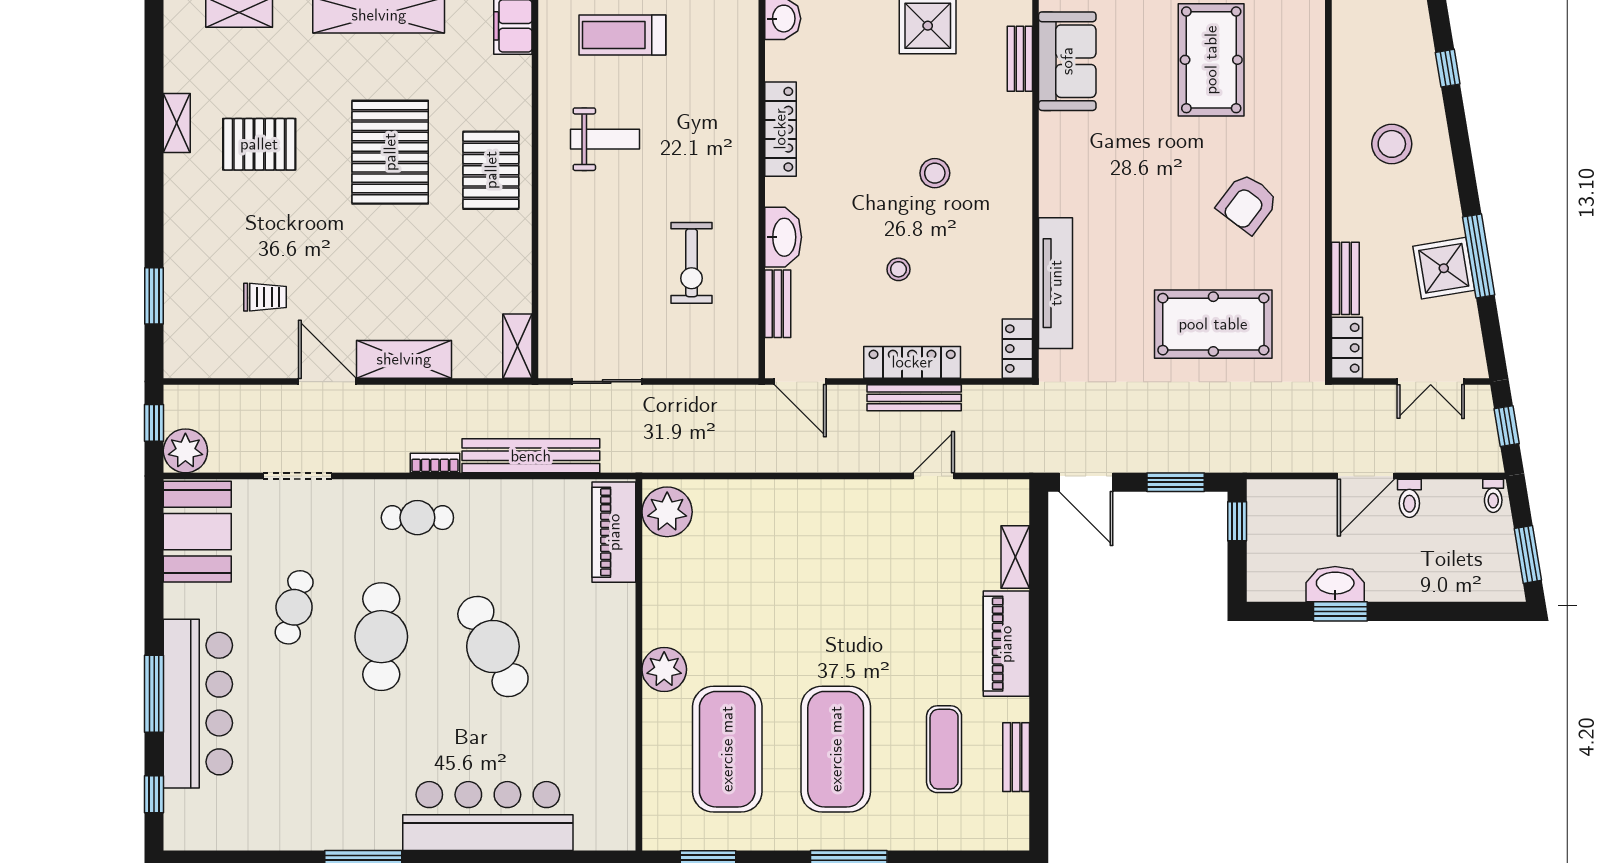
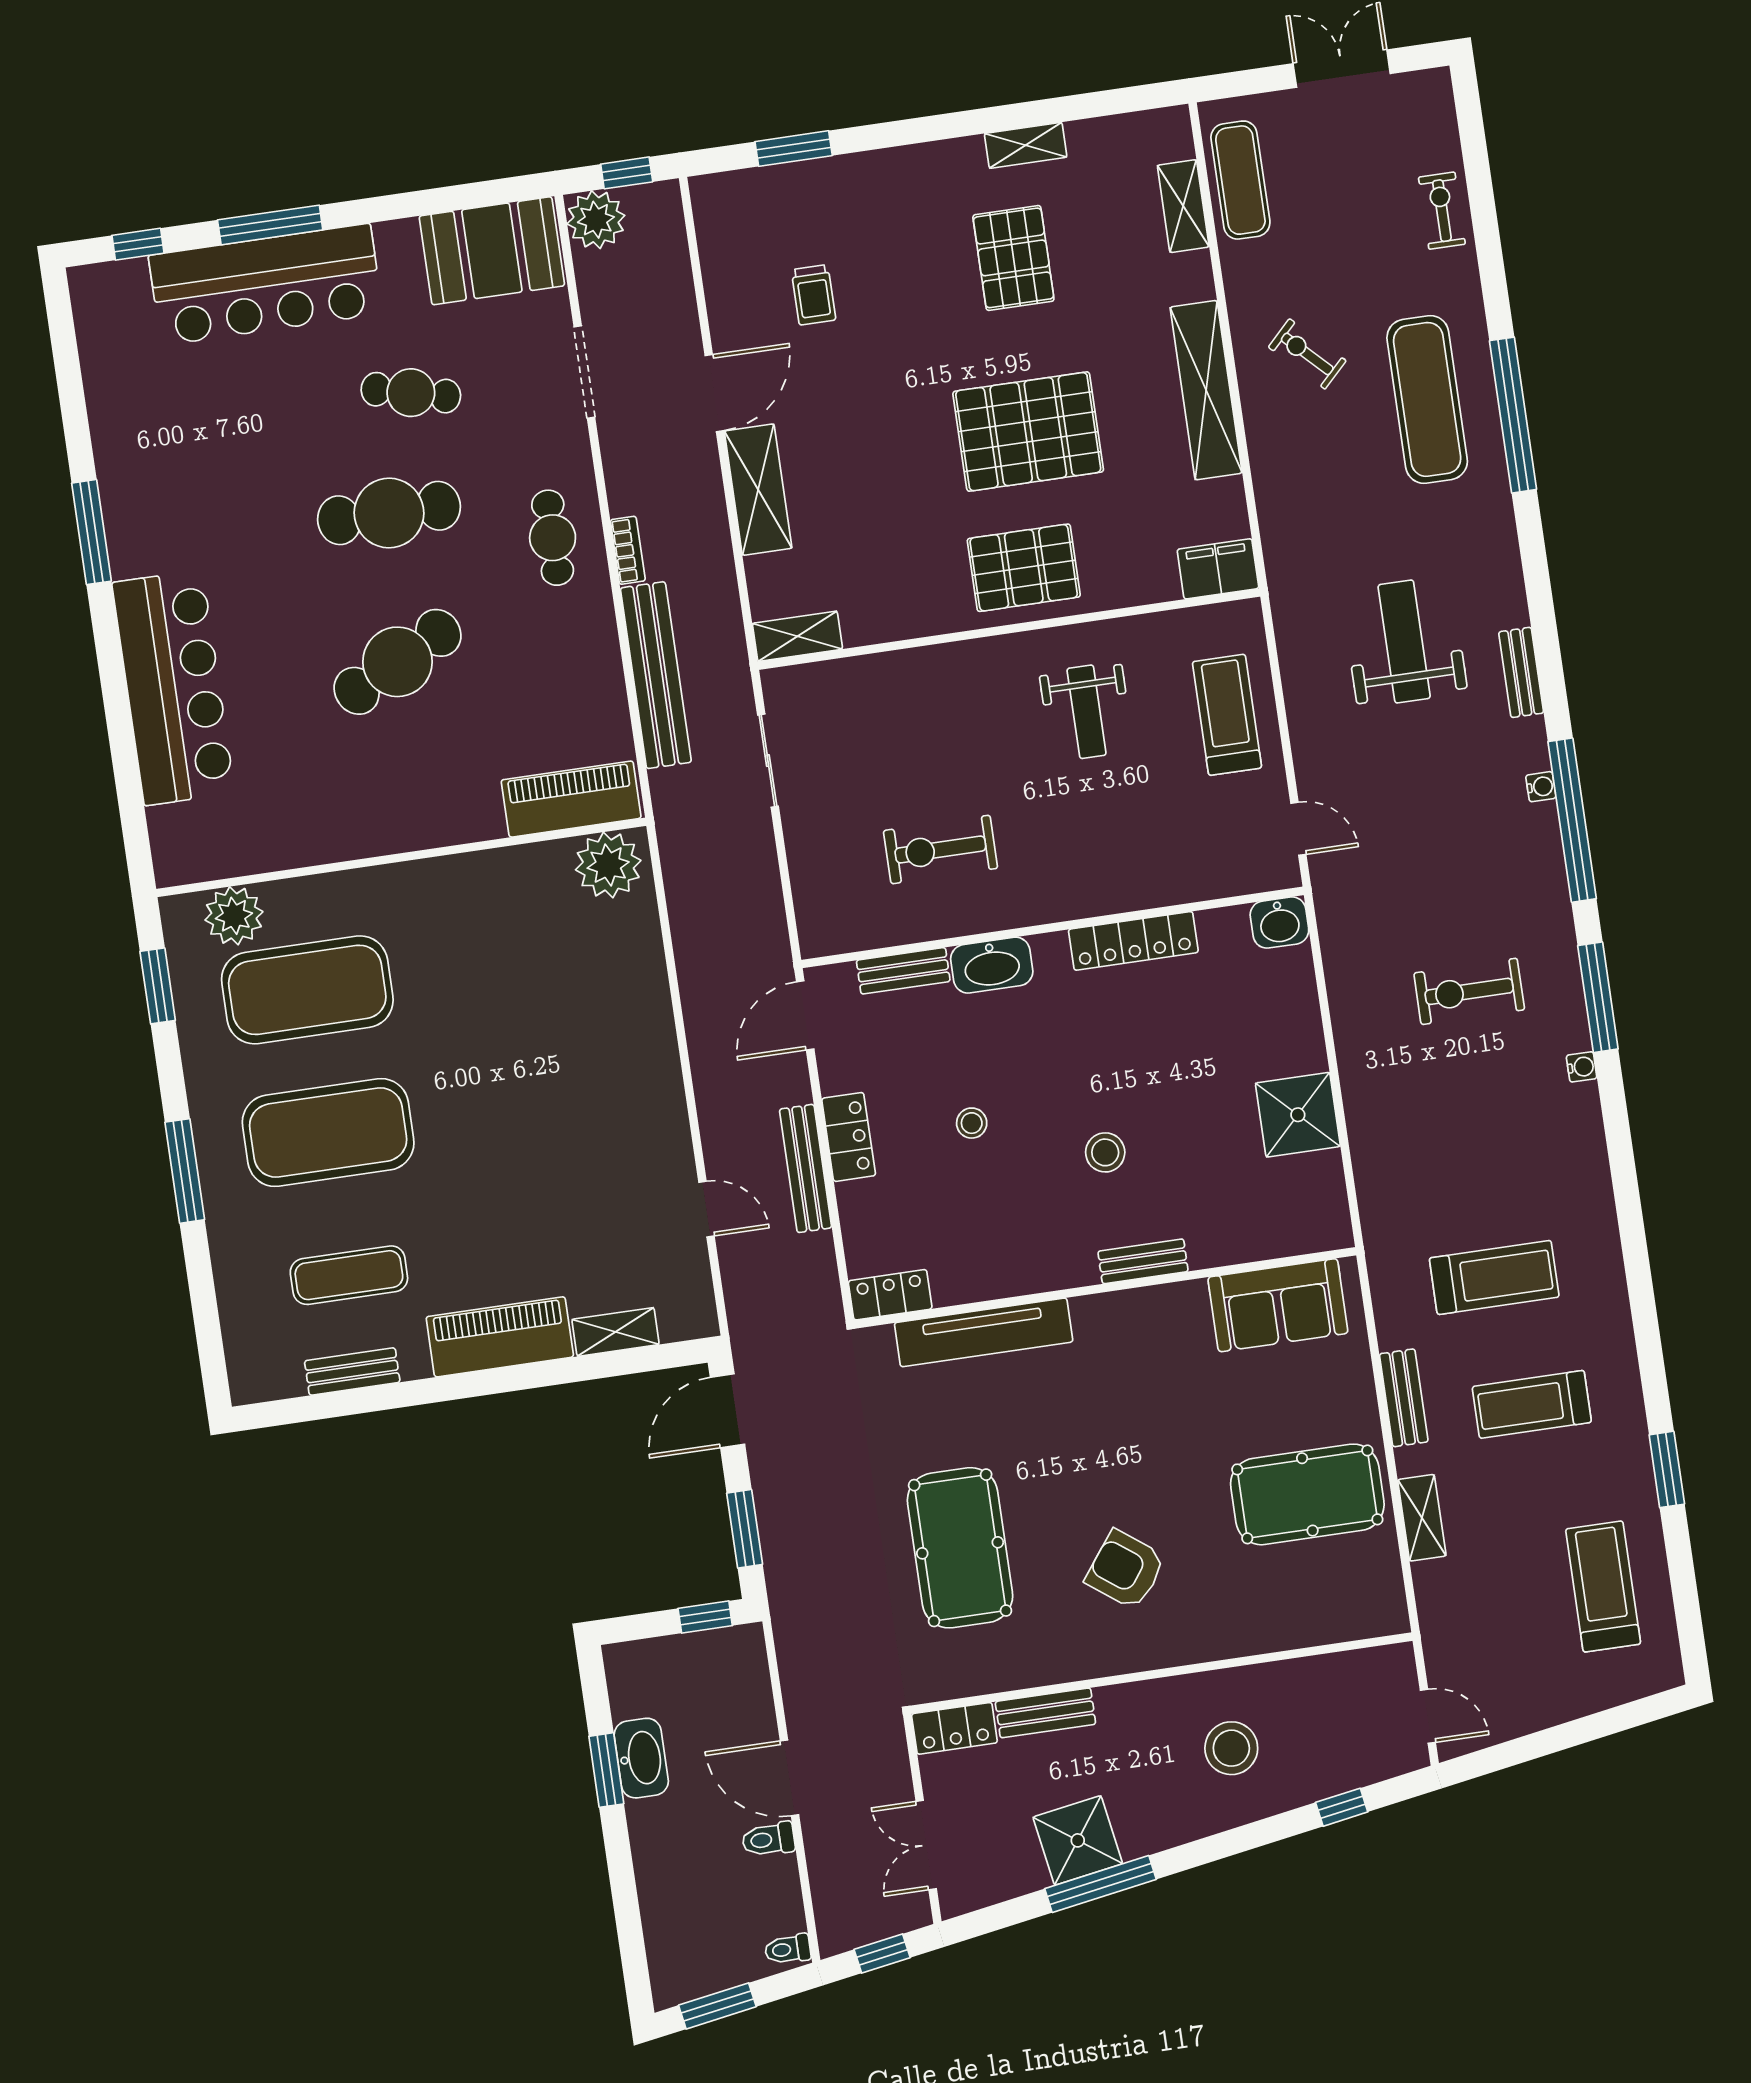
bench: (1020, 59) -> (1143, 1261), moved
locker: (912, 362) -> (849, 1137), width x0.66
plant: (664, 669) -> (234, 916), moved

